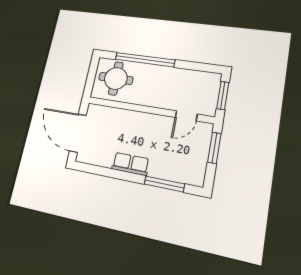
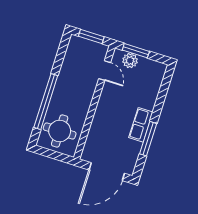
plant: (202, 143) -> (130, 61), added
window: (164, 184) -> (148, 139), moved

